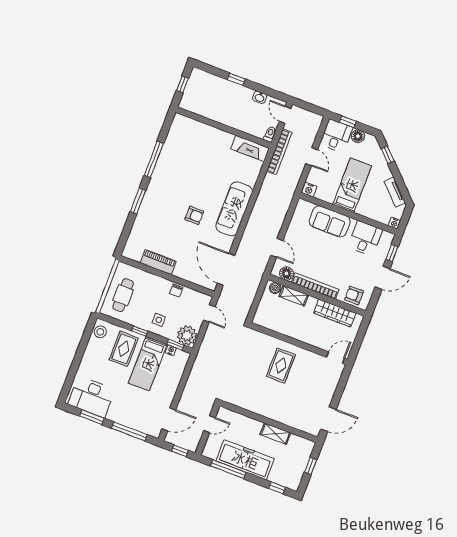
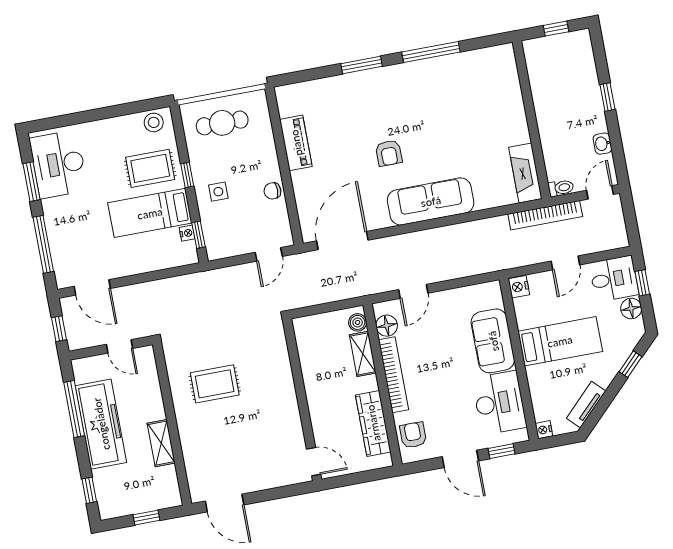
desk: (365, 238) -> (499, 403), width x1.37
plant: (187, 336) -> (221, 243), removed
rug: (281, 366) -> (215, 384), moved

